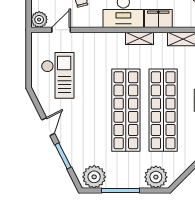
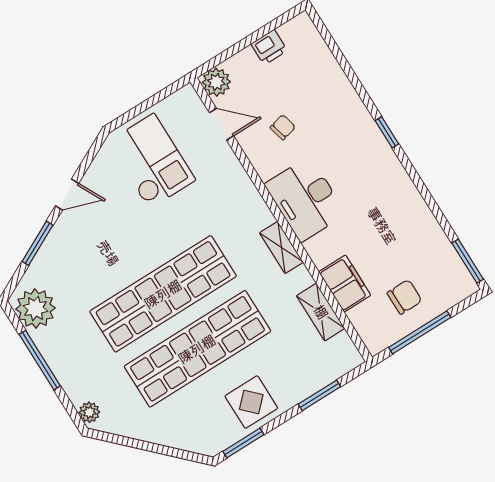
filing cabinet: (158, 19) -> (345, 284), moved
checkout: (58, 75) -> (151, 161), turned -90
plant: (156, 177) -> (89, 412), width x0.53, depth x0.53

